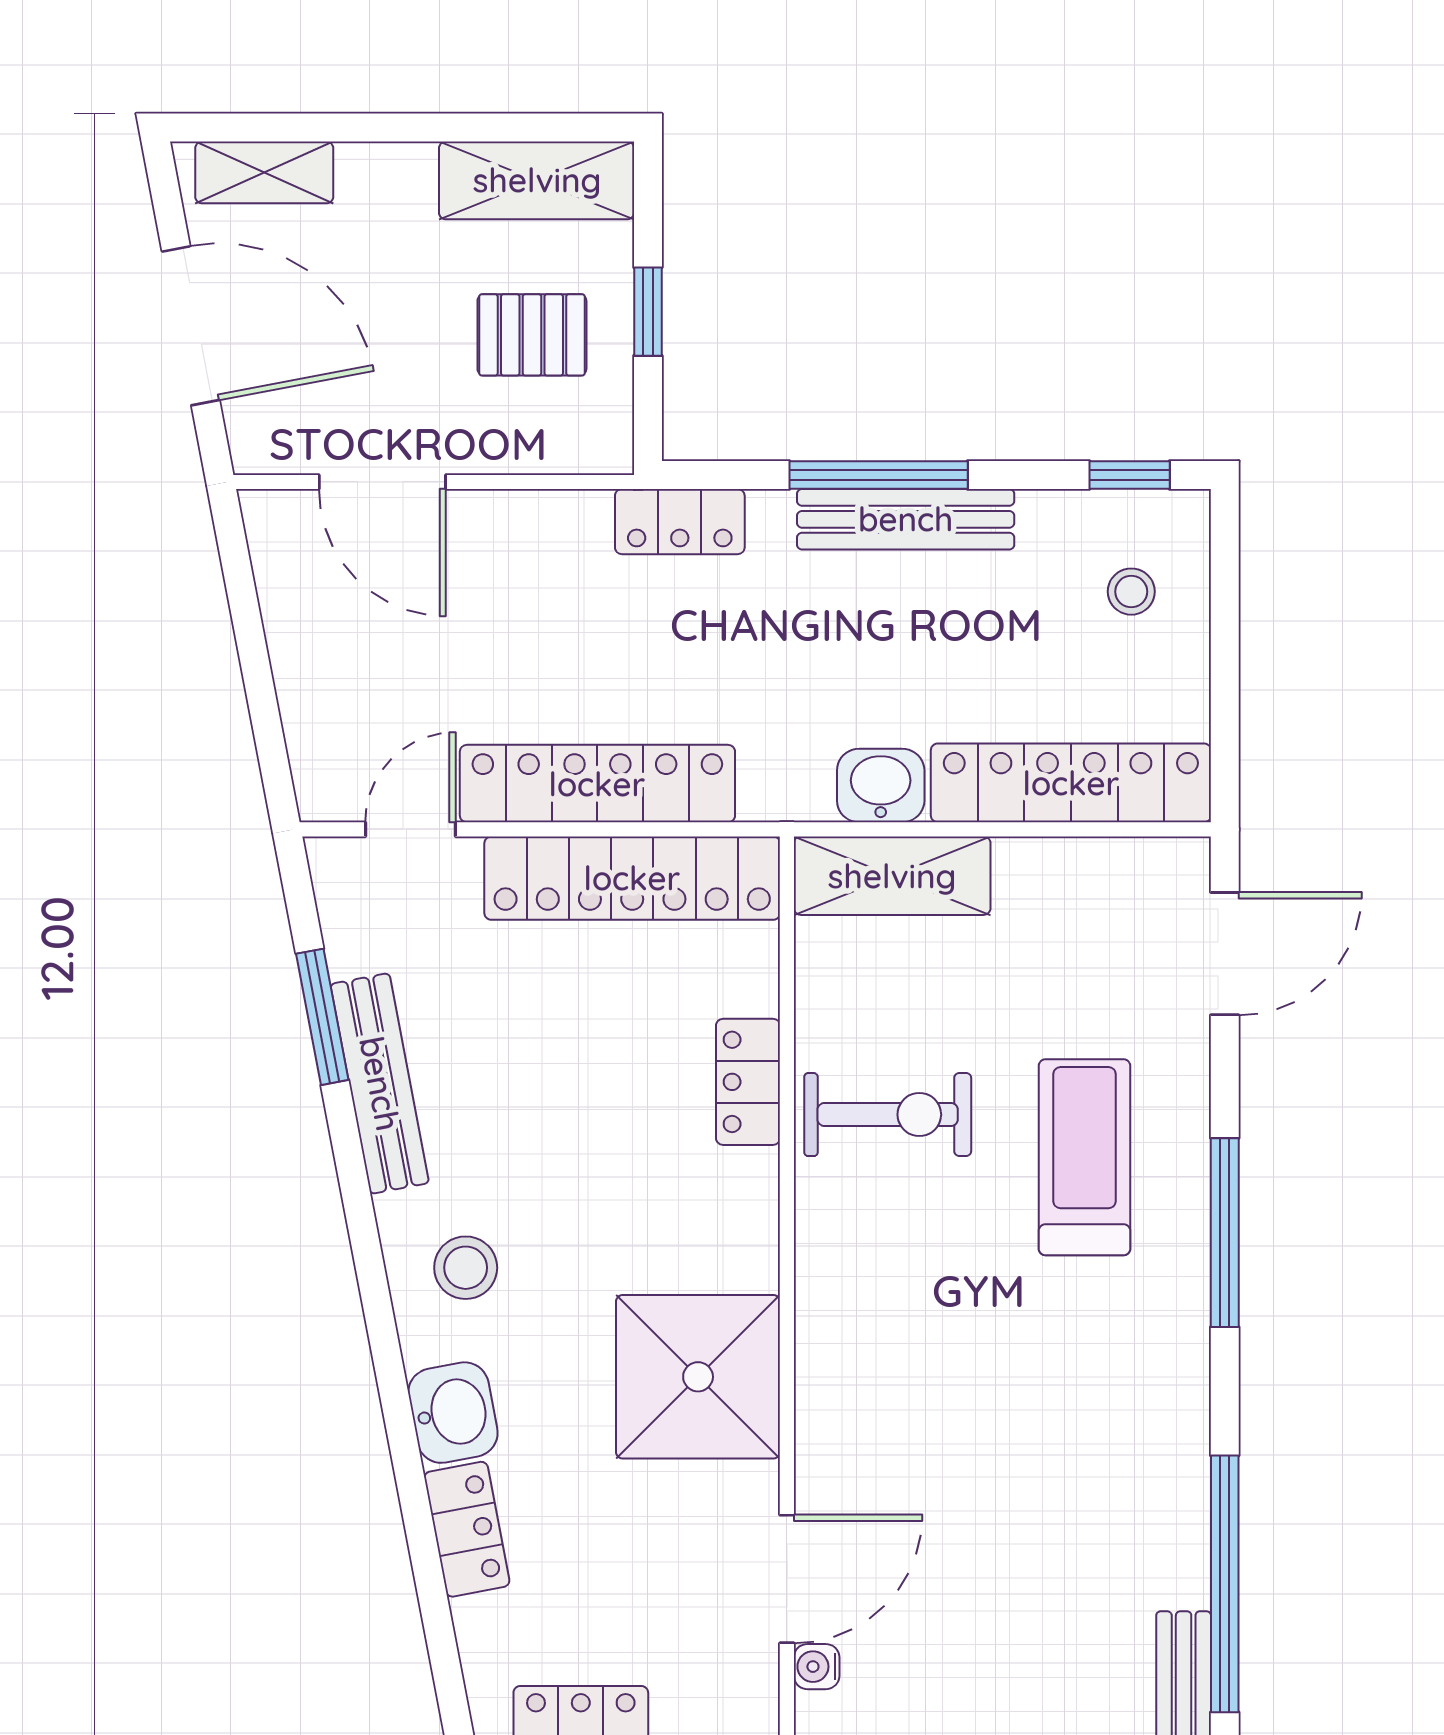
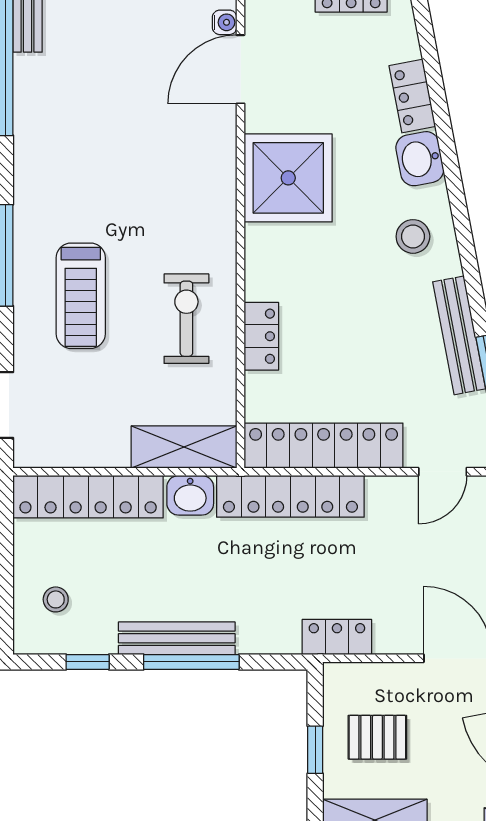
window: (1130, 475) -> (88, 662), moved
locker: (680, 522) -> (337, 637), moved
locker: (597, 784) -> (290, 496), moved
exercise bike: (888, 1115) -> (186, 319), turned 90

